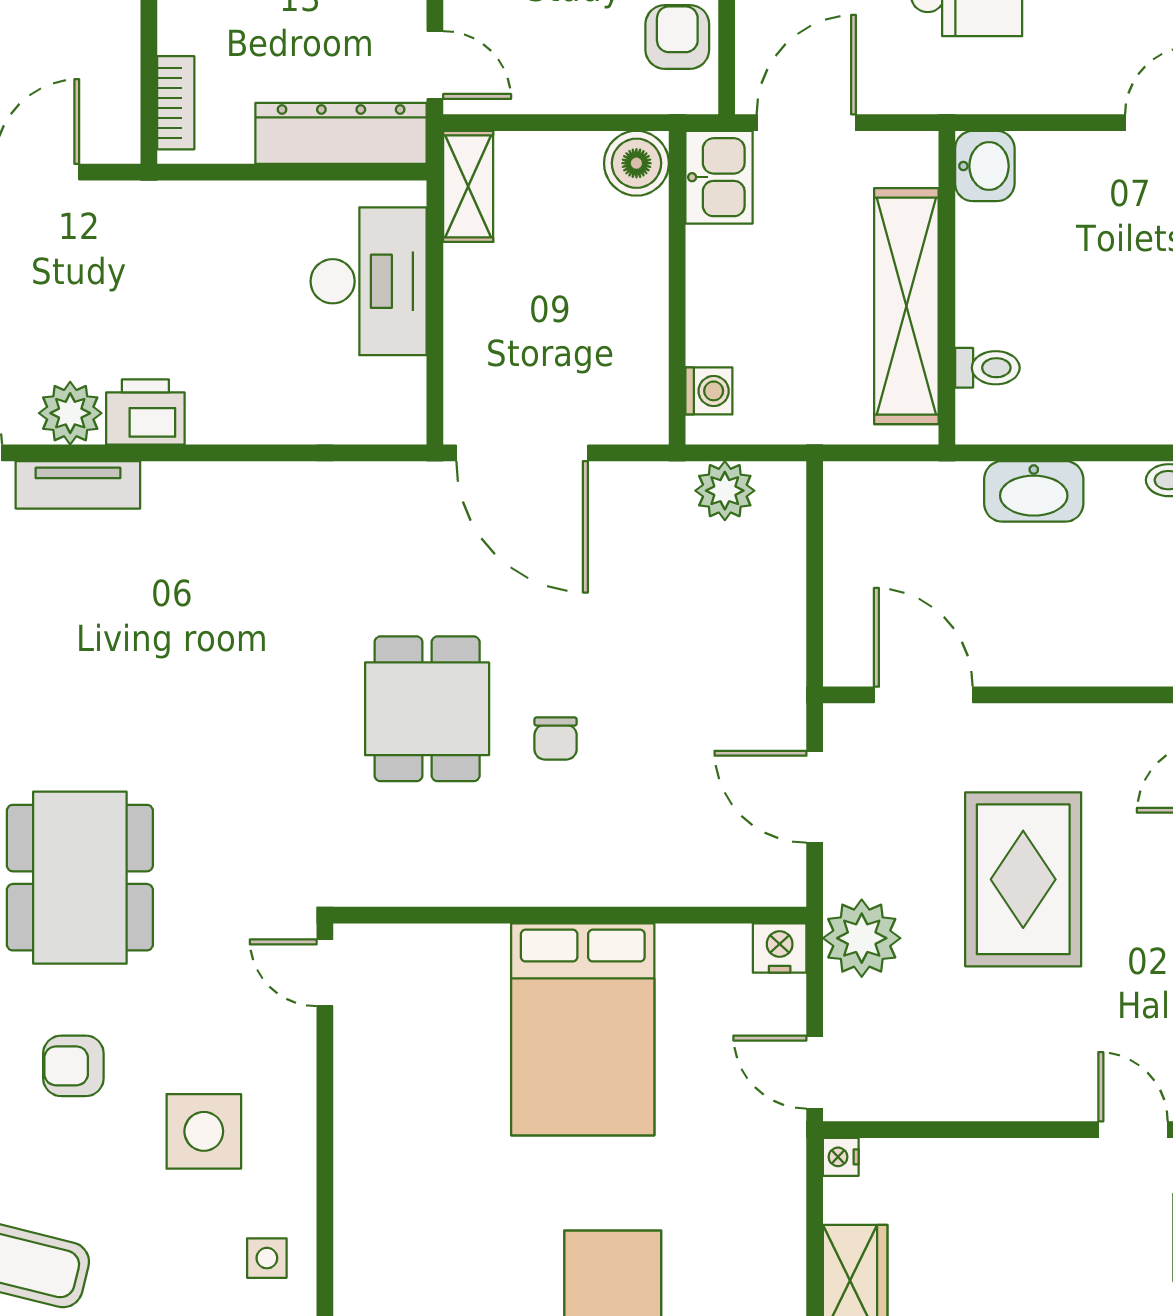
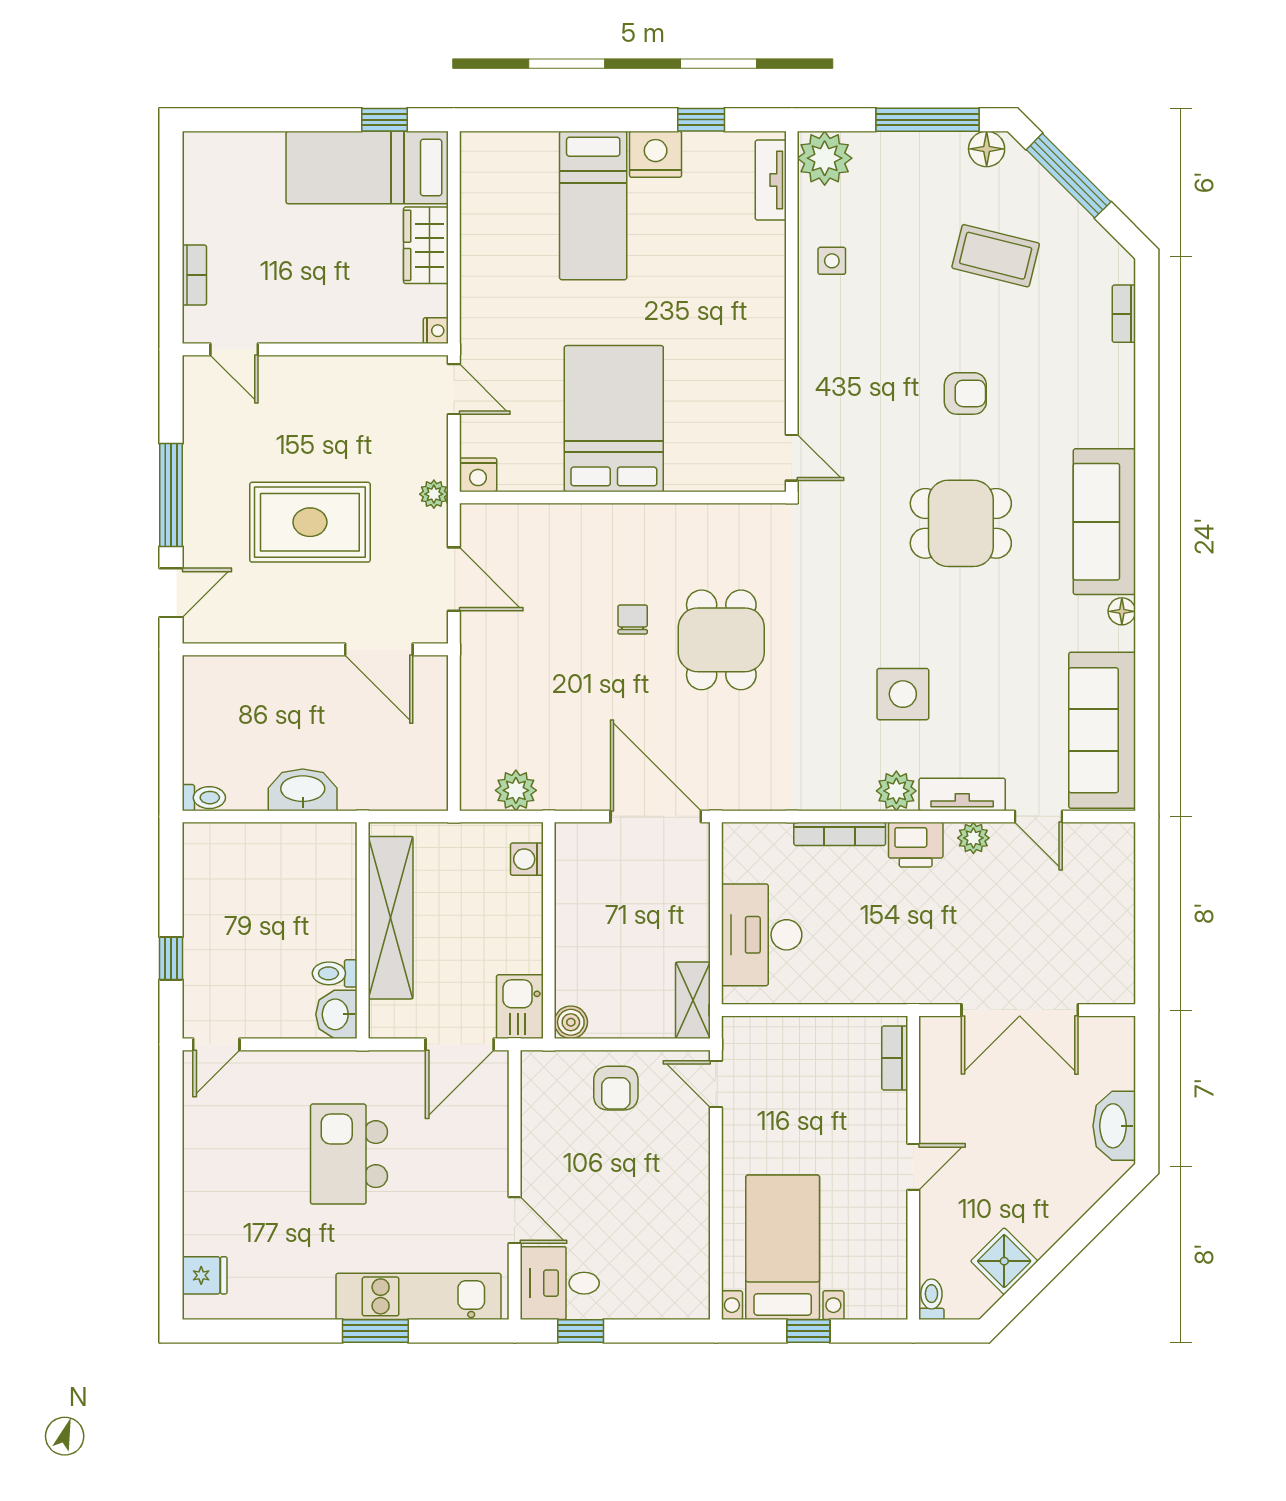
armchair: (677, 37) -> (616, 1088), moved
dresser: (341, 133) -> (781, 1037), removed
boiler: (636, 163) -> (571, 1022), width x0.73, depth x0.73
toilet: (987, 368) -> (335, 973), moved
plant: (70, 413) -> (973, 838), width x0.73, depth x0.73
bookcase: (255, 428) -> (840, 834), added
plant: (173, 490) -> (896, 791), added
dining table: (80, 878) -> (961, 523), width x0.73
rug: (1023, 879) -> (310, 522), turned 90
plant: (862, 938) -> (434, 494), width x0.53, depth x0.53
side table: (204, 1131) -> (903, 694), moved

